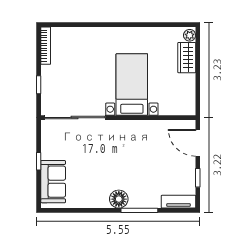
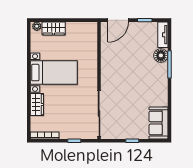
wardrobe: (86, 35) -> (37, 104), added
bed with nightstands: (132, 84) -> (54, 73), moved, turned 180
sofa: (53, 182) -> (158, 123), moved, turned -90
floor lamp: (119, 199) -> (161, 55), moved

